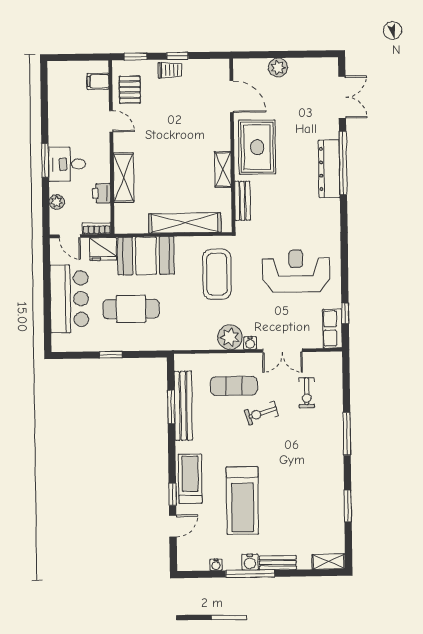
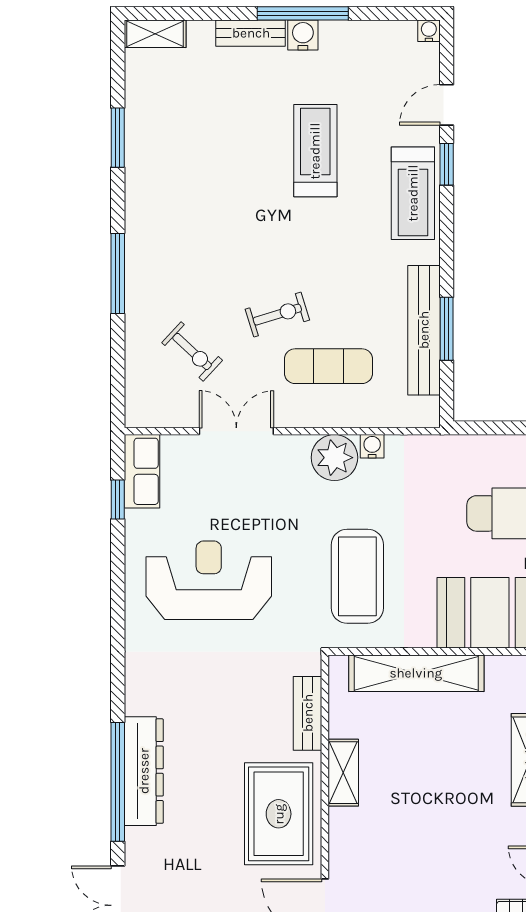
reception desk: (296, 271) -> (209, 580), turned 180
water cooler: (250, 343) -> (372, 446), moved
exercise bike: (307, 393) -> (192, 351), turned 133
treadmill: (242, 501) -> (315, 151), width x0.73, depth x0.73
water cooler: (216, 565) -> (429, 31), moved

